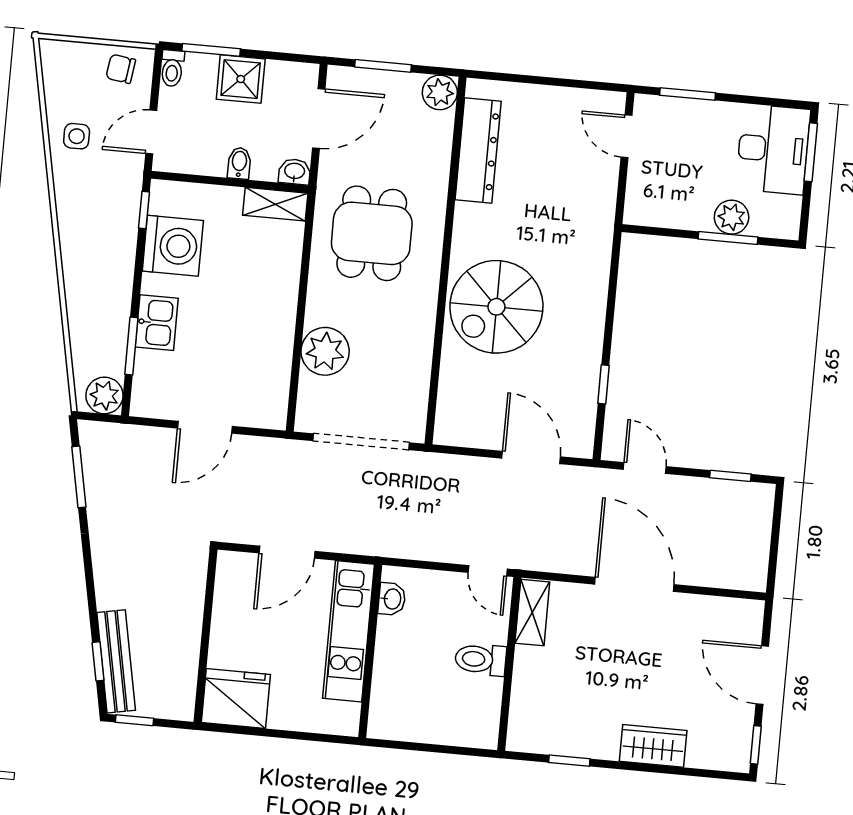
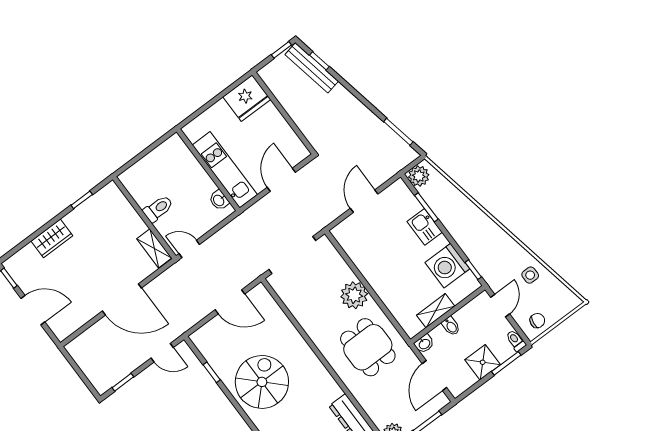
shelving: (275, 204) -> (436, 311), moved
spiral stairs: (496, 307) -> (262, 382), moved
plant: (325, 351) -> (354, 295), moved
door: (531, 457) -> (230, 302), moved

